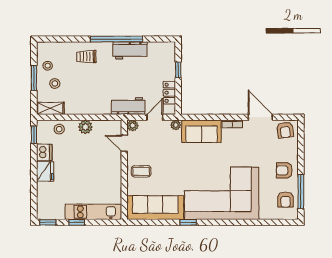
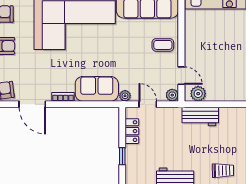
workbench: (128, 106) -> (200, 117), moved
door: (155, 117) -> (148, 104), swing flipped
plant: (85, 127) -> (198, 94), moved

